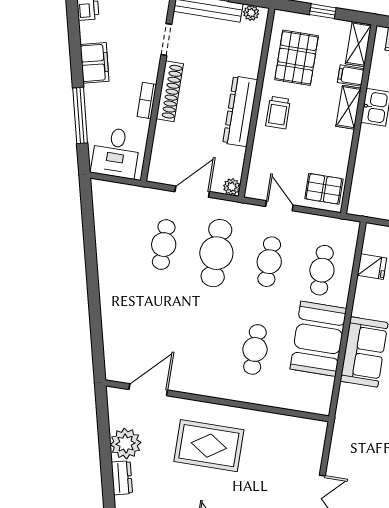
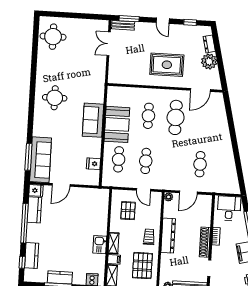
pallet: (324, 189) -> (128, 211), moved, turned 90
cafe table: (216, 253) -> (176, 117), moved

